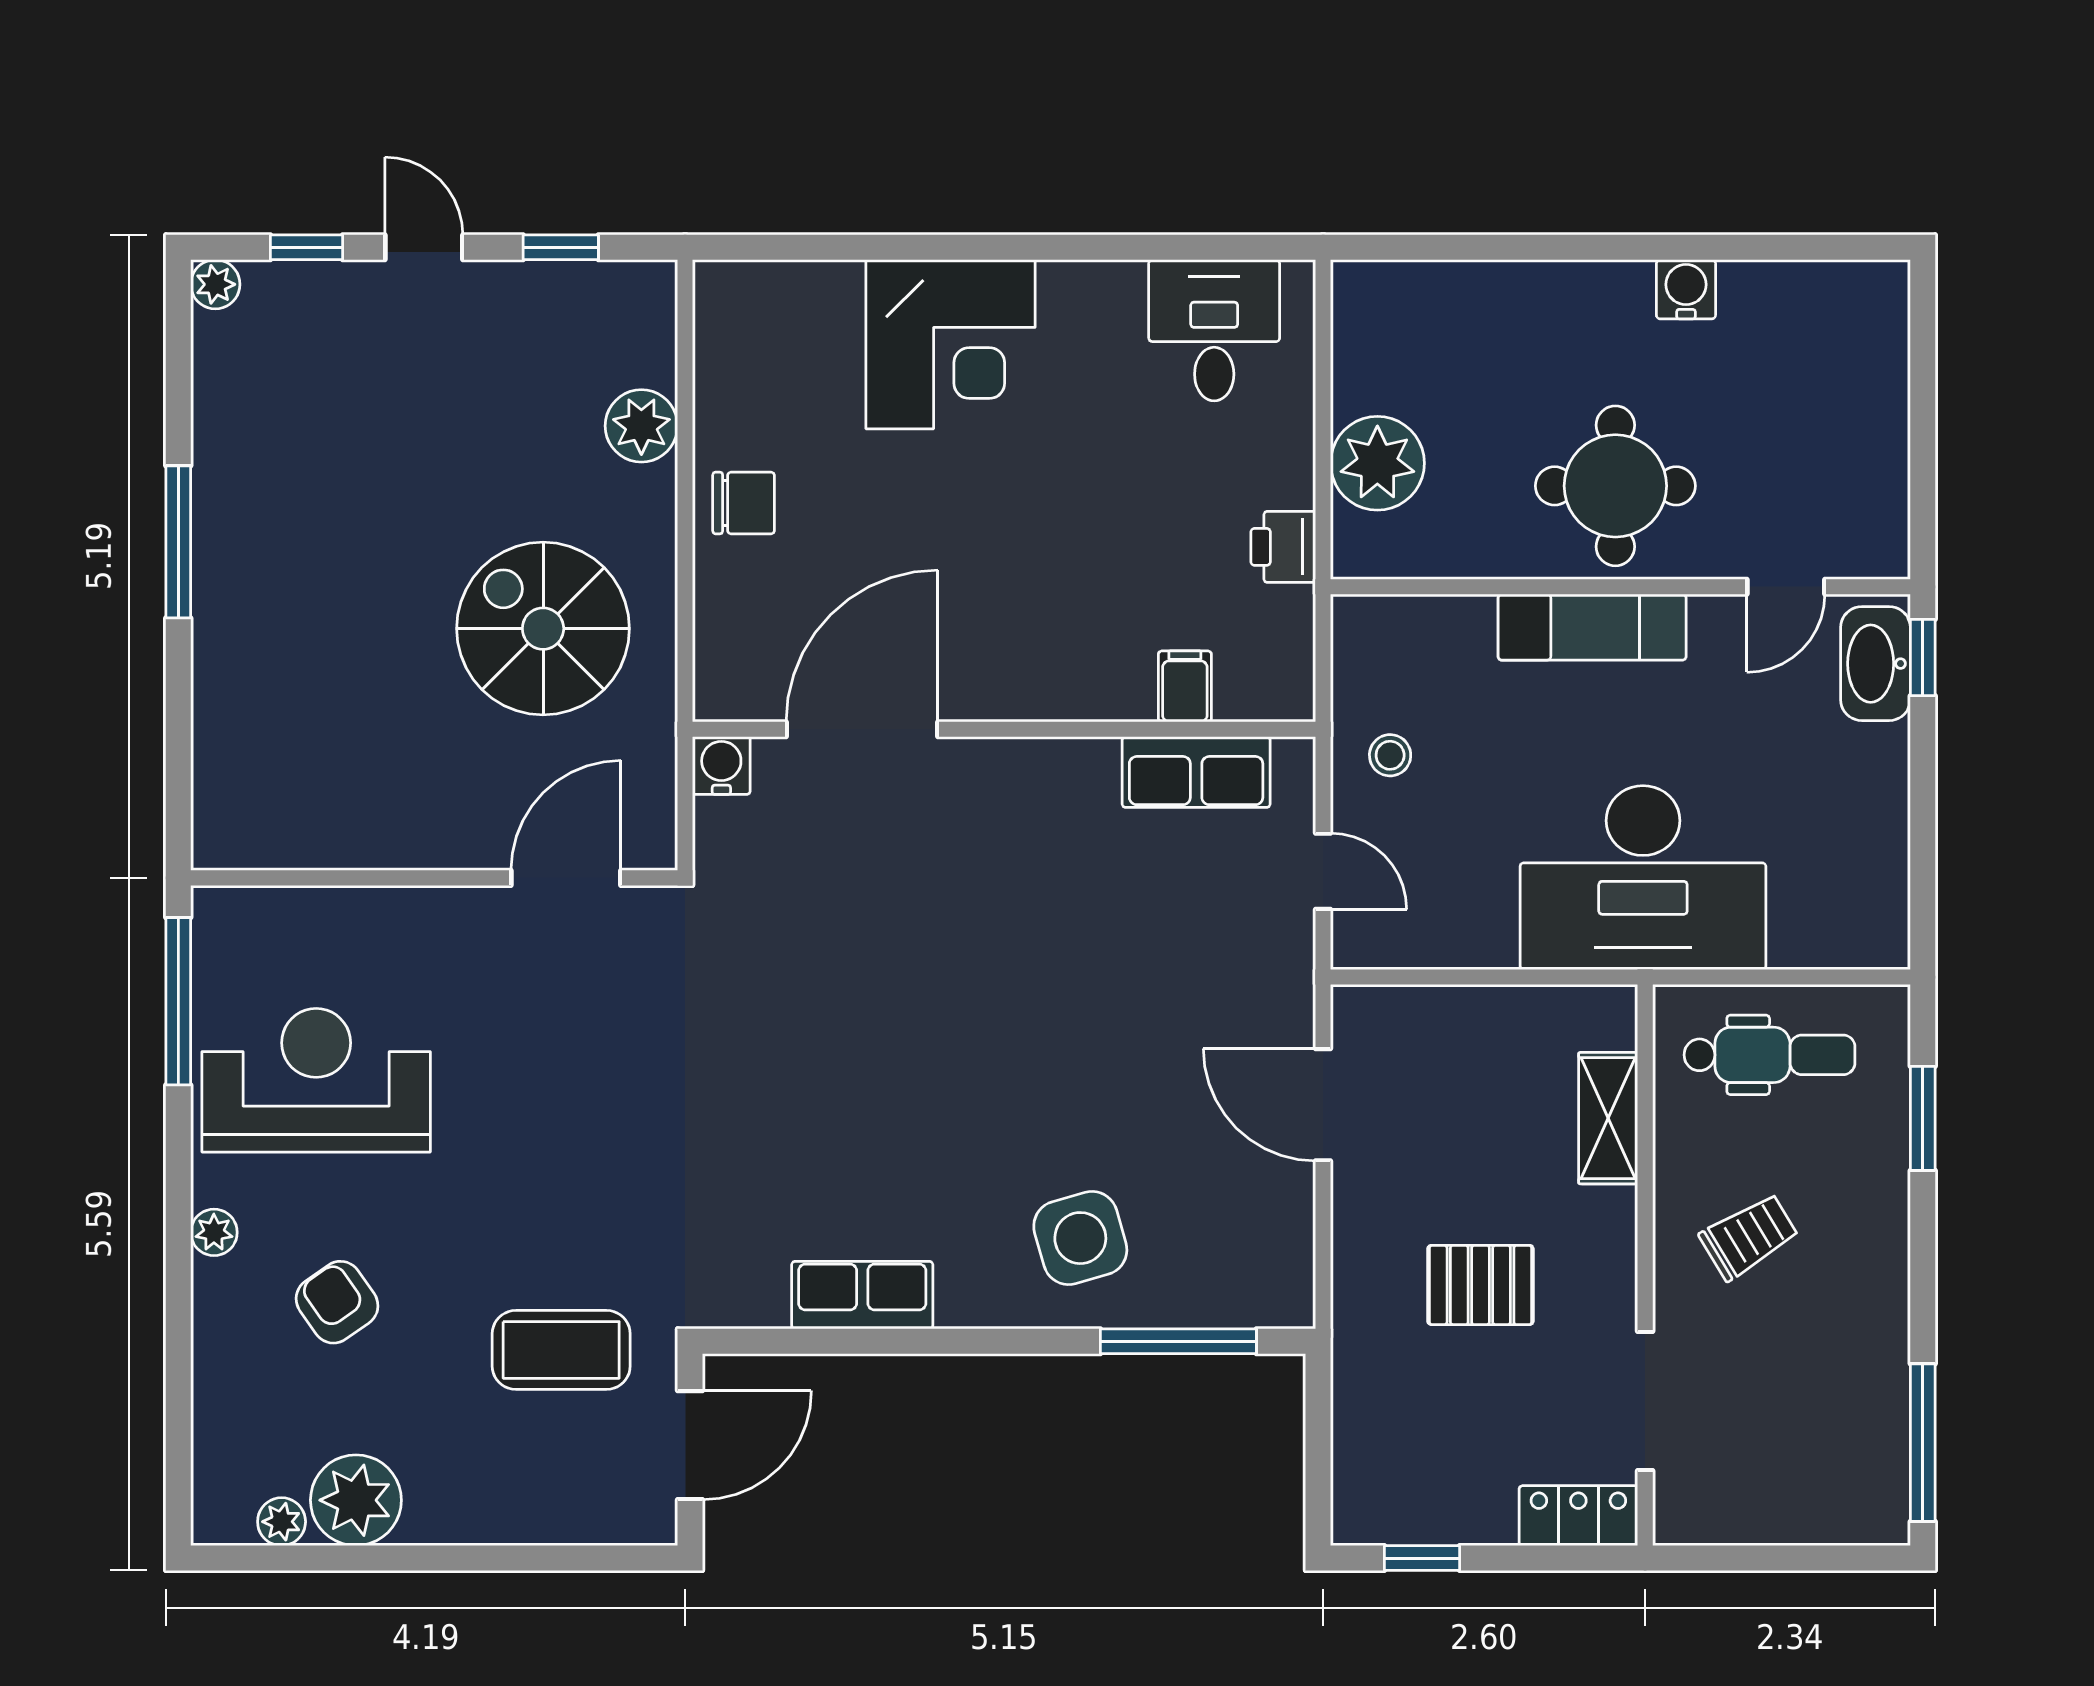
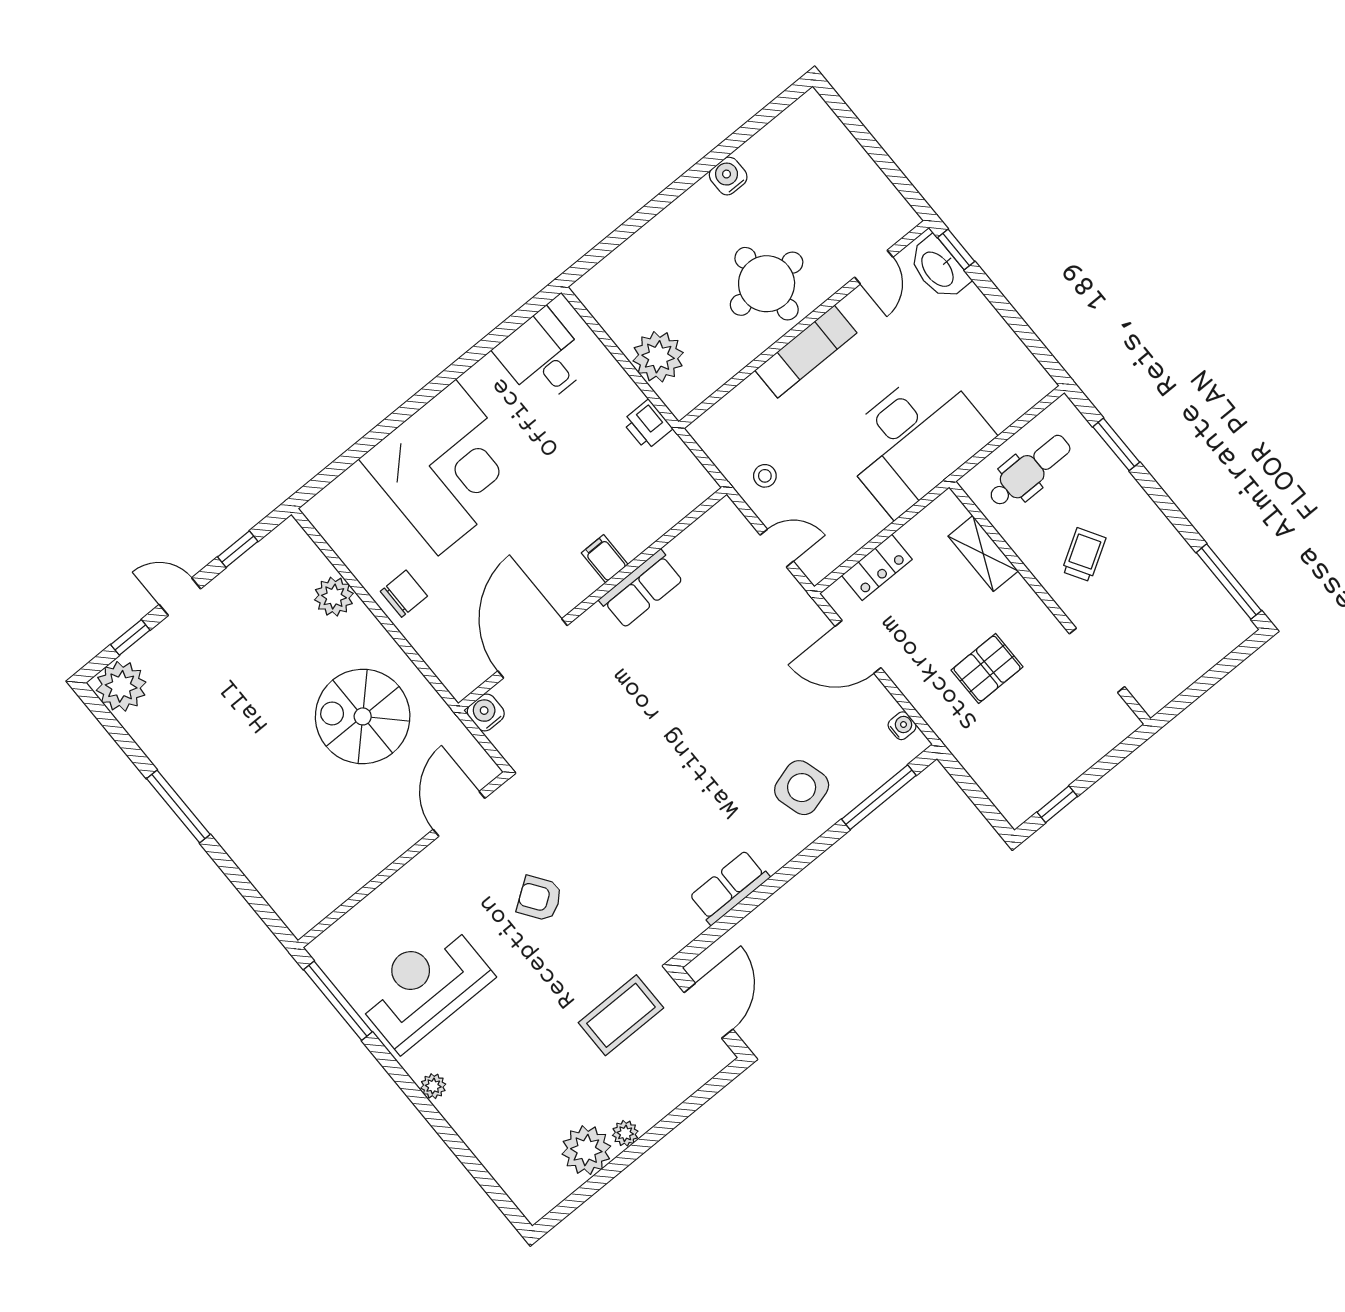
plant: (215, 284) -> (121, 686), width x1.88, depth x1.88
corner desk: (950, 344) -> (447, 468), width x1.36, depth x1.36
filing cabinet: (1185, 686) -> (605, 559), moved
row of seats: (1196, 772) -> (642, 589), moved
water cooler: (1294, 1267) -> (902, 726), added
armchair: (337, 1302) -> (539, 898), moved
locker: (1578, 1516) -> (877, 567), moved, turned 180
plant: (282, 1522) -> (625, 1133), moved

